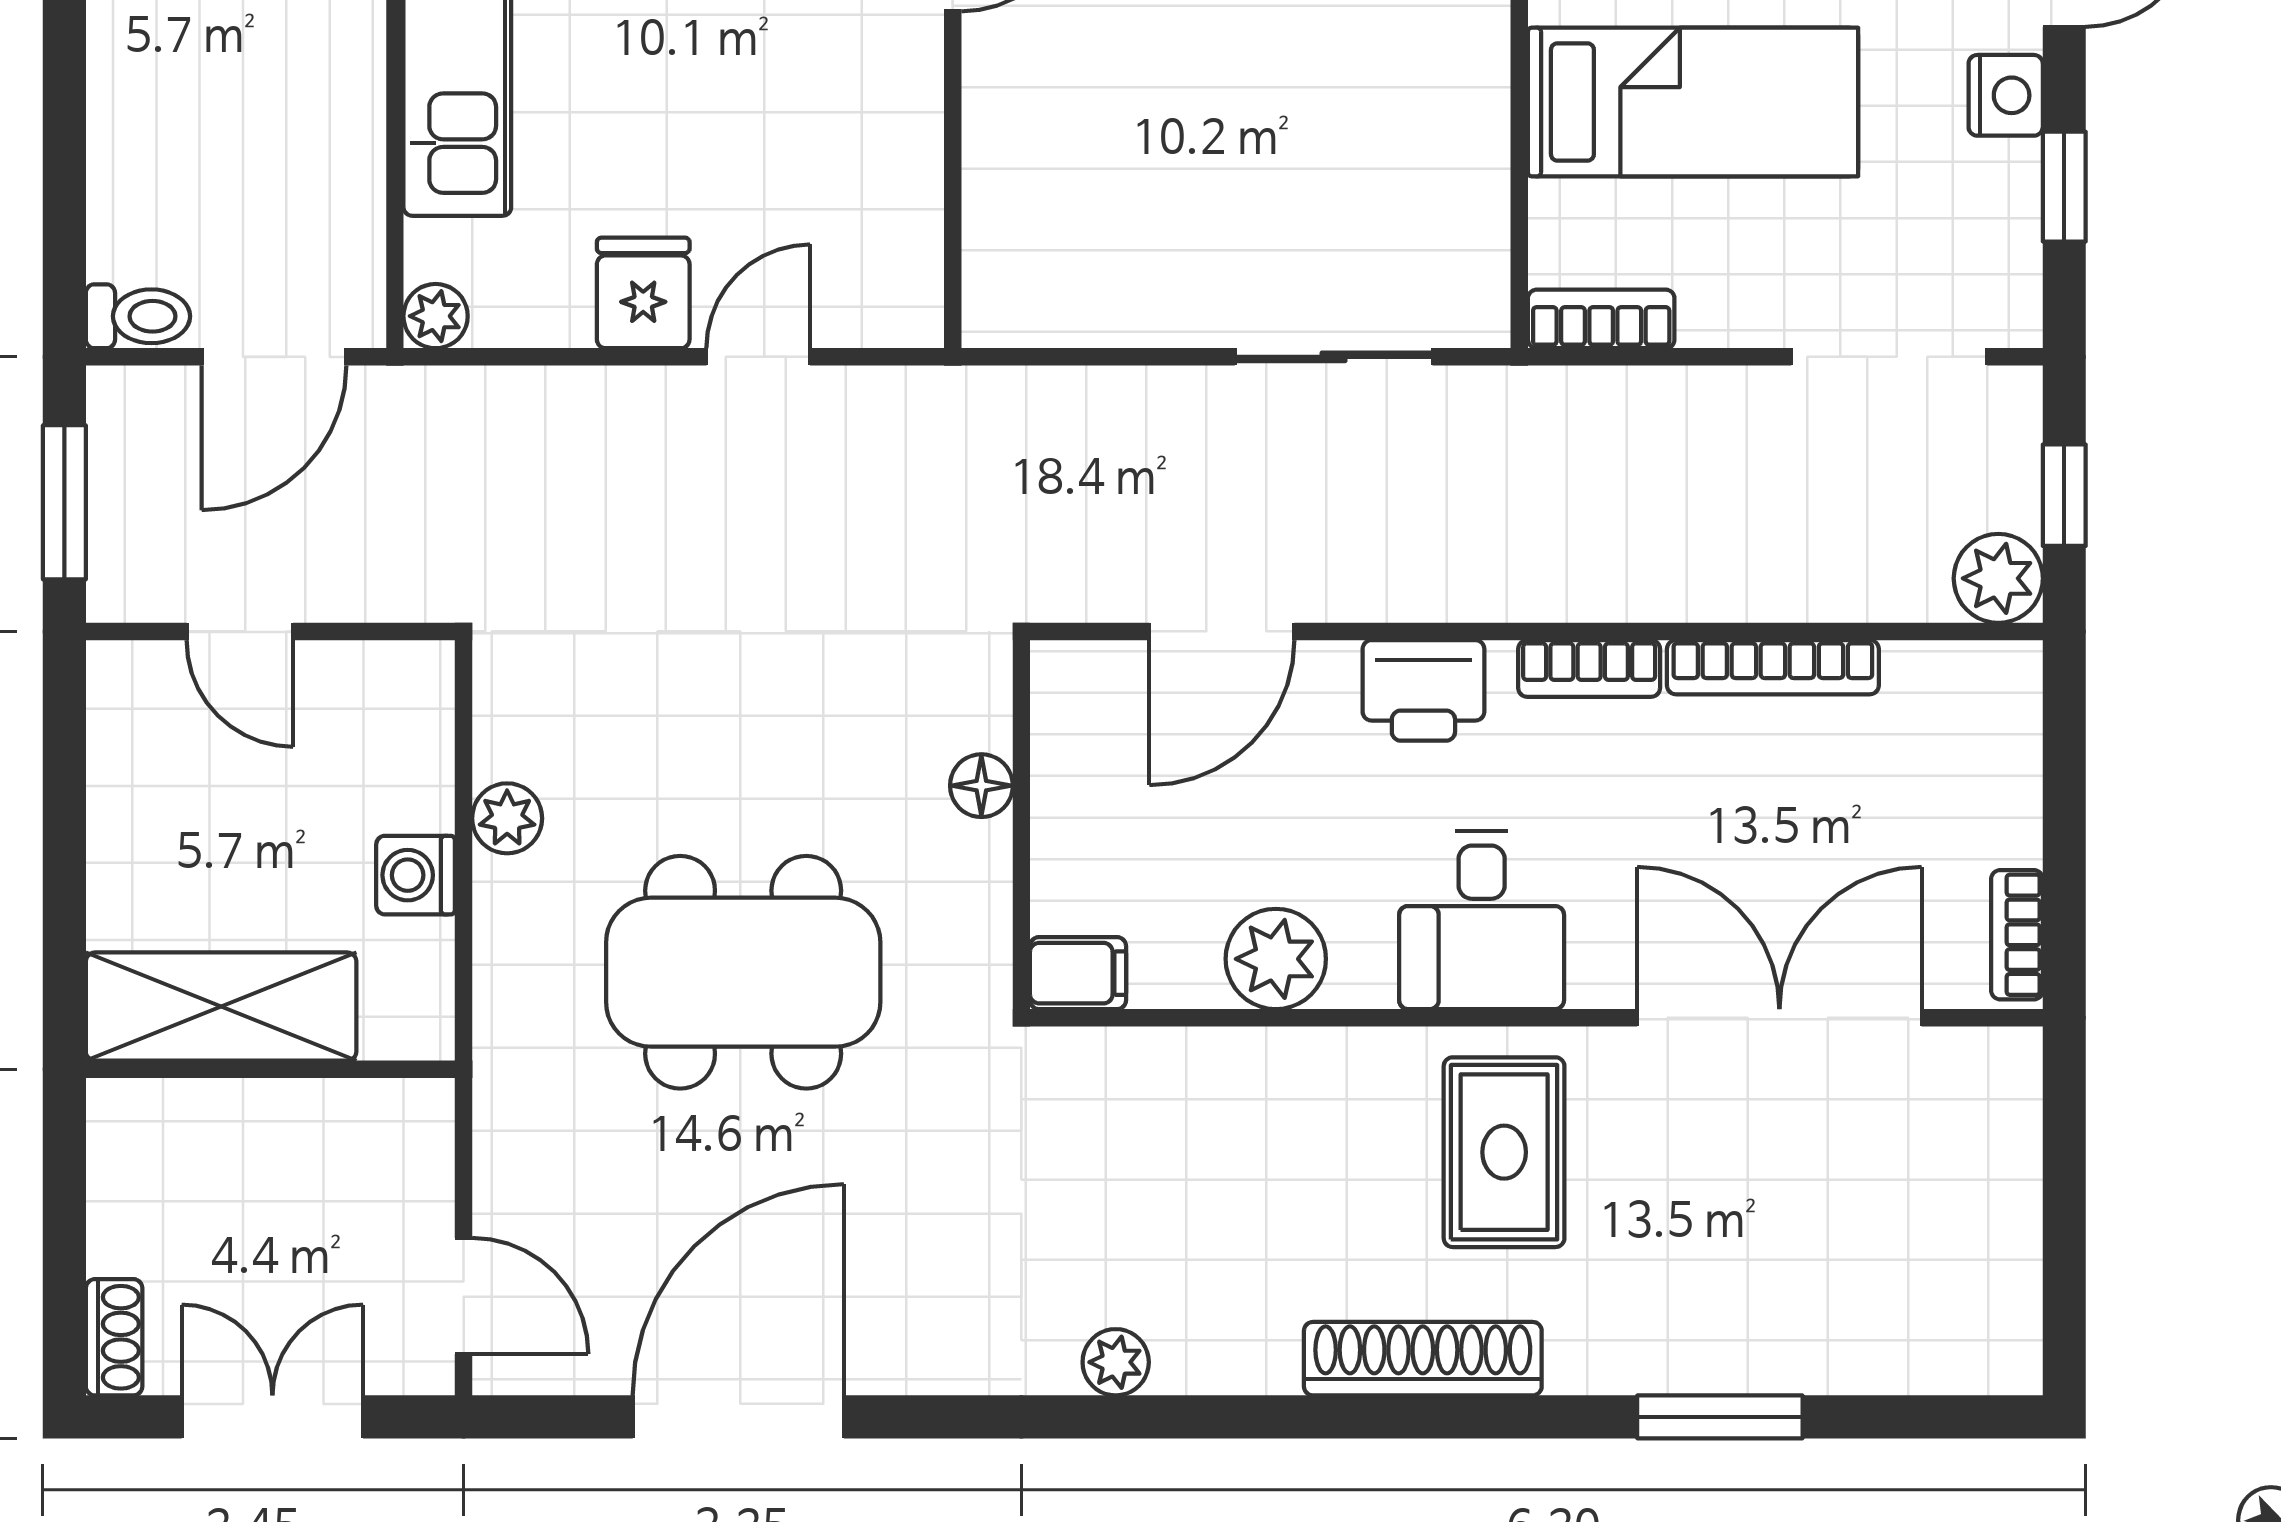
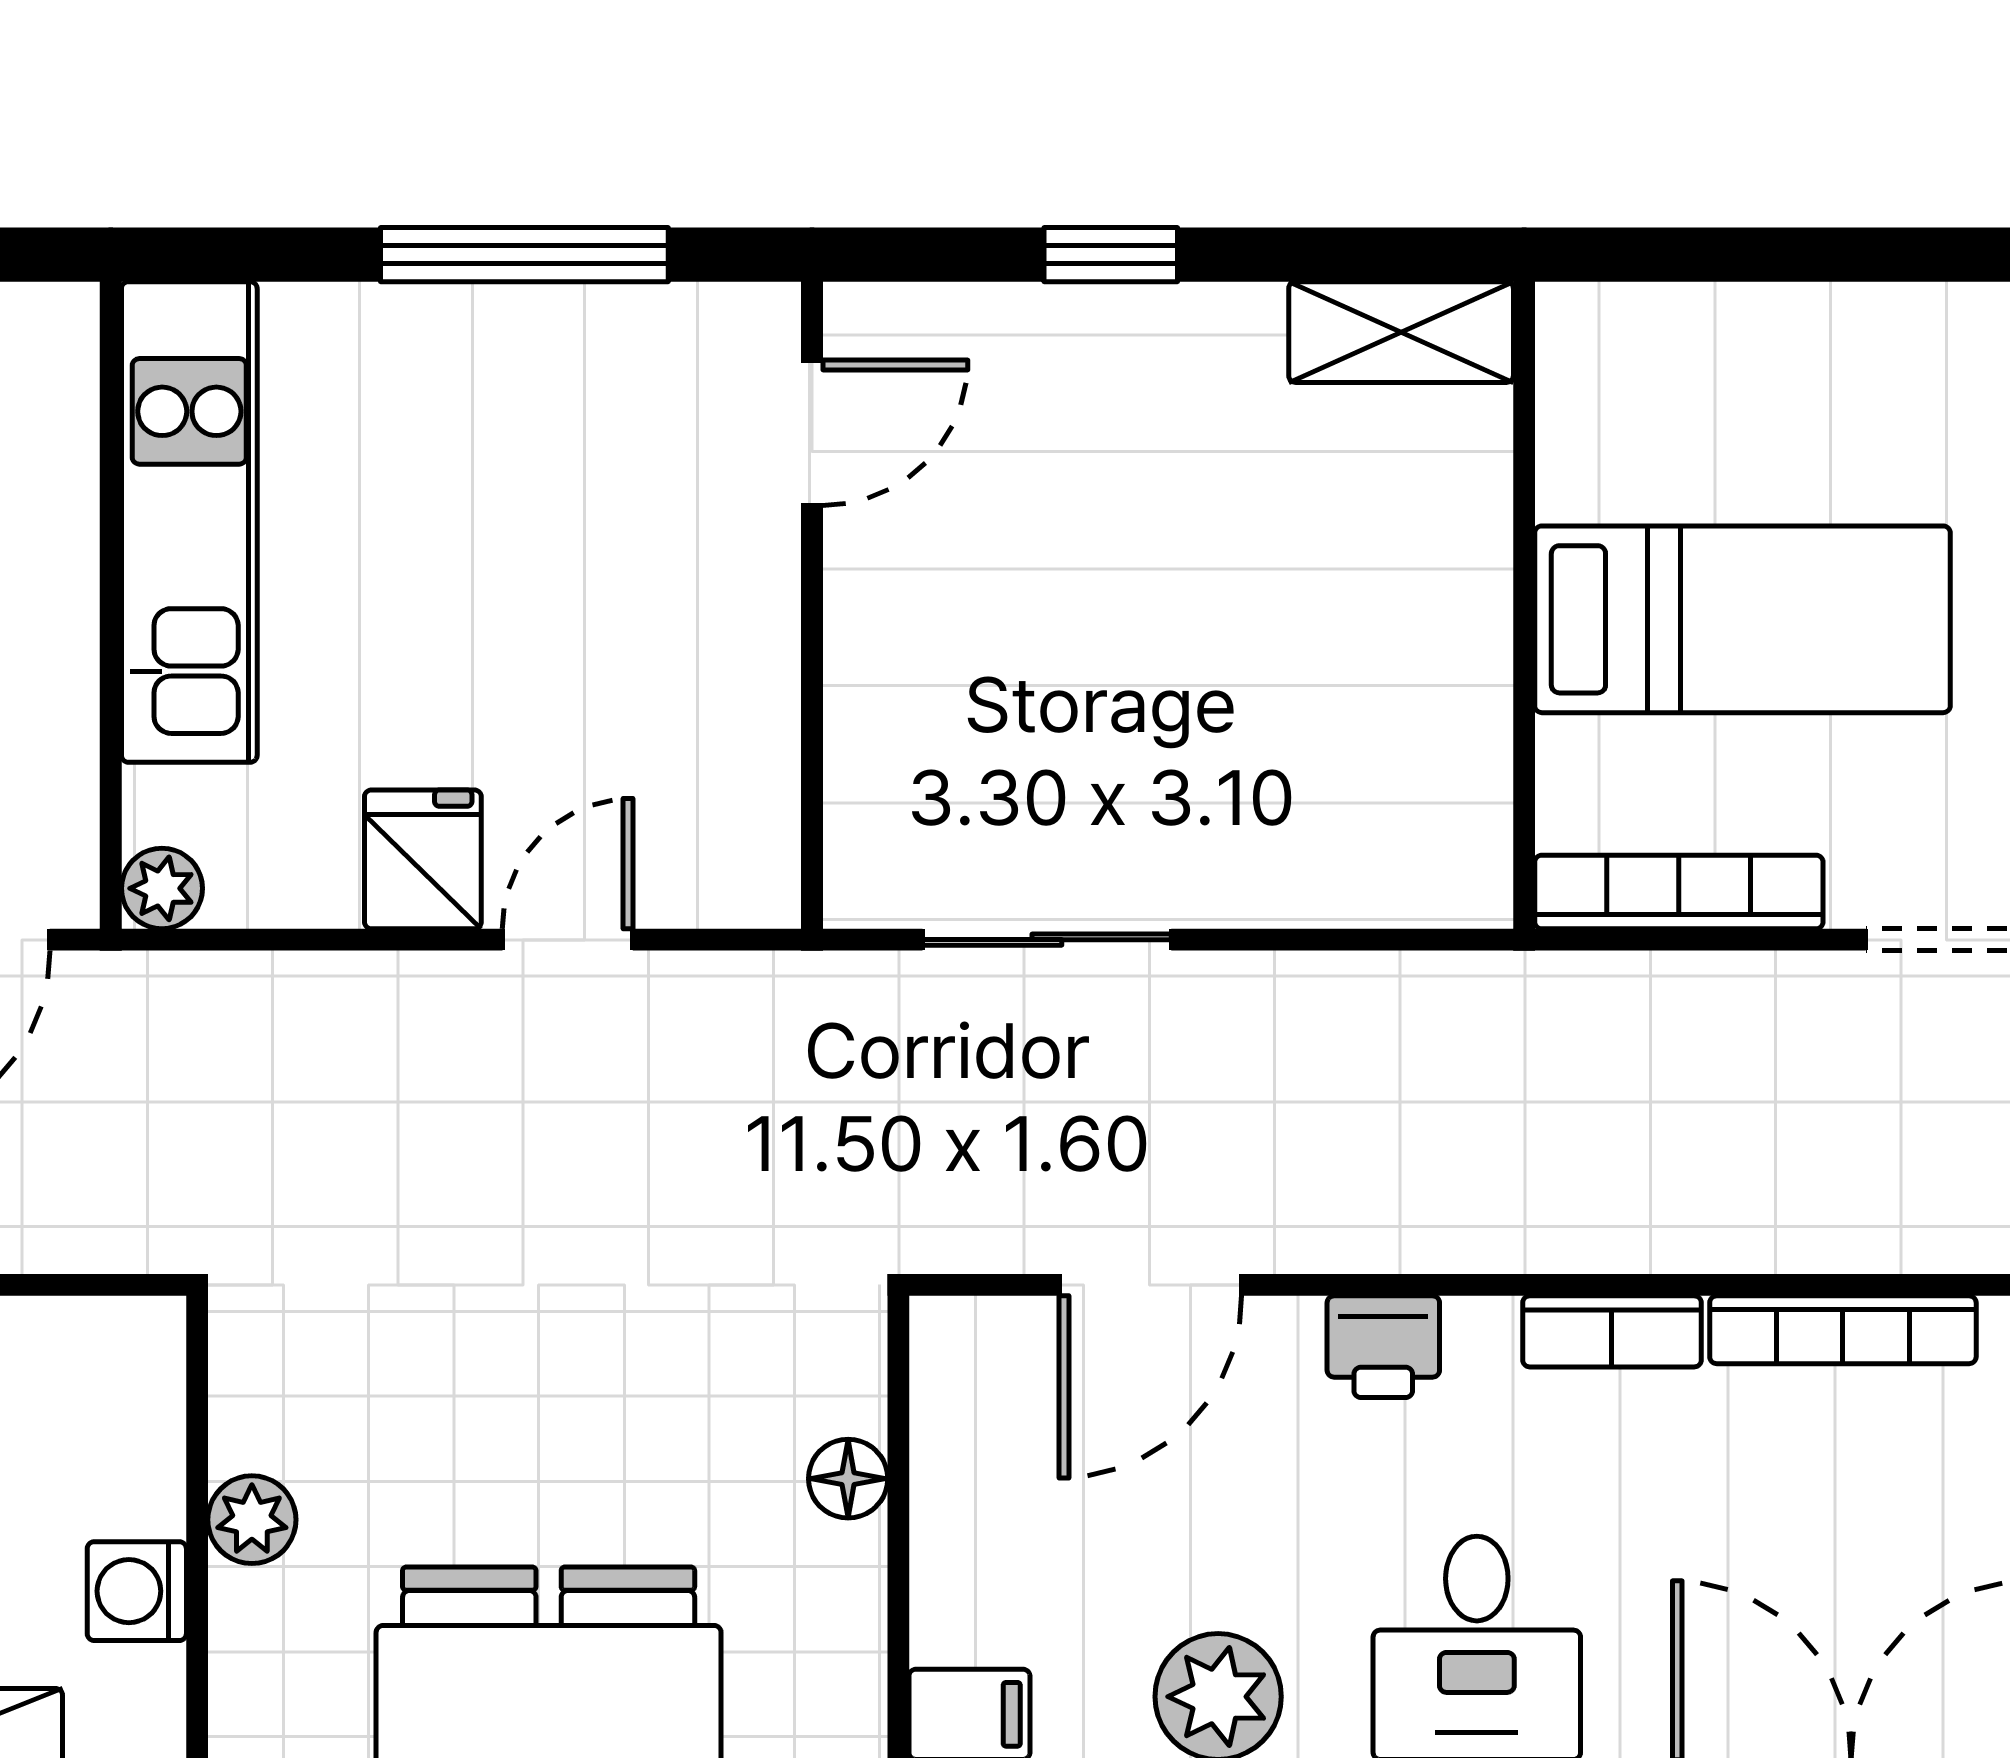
bookcase: (1601, 319) -> (1679, 892), width x1.56
sliding door: (1334, 357) -> (1047, 940), moved
printer: (1423, 690) -> (1383, 1347), width x0.73, depth x0.81

